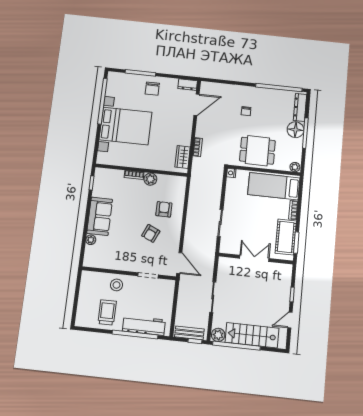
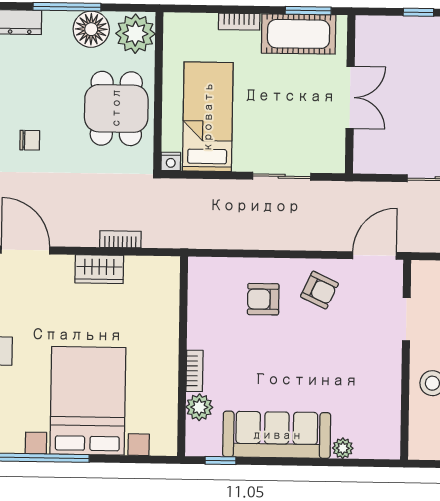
floor lamp: (295, 130) -> (91, 29), moved
wardrobe: (183, 157) -> (99, 269), moved
plant: (295, 167) -> (135, 34), width x1.88, depth x1.88
plant: (150, 179) -> (199, 407), moved
bed: (274, 186) -> (208, 117), moved, turned 180
sofa: (100, 216) -> (277, 435), width x1.36
armchair: (151, 233) -> (319, 290), moved
double door: (254, 258) -> (350, 97), swing flipped

